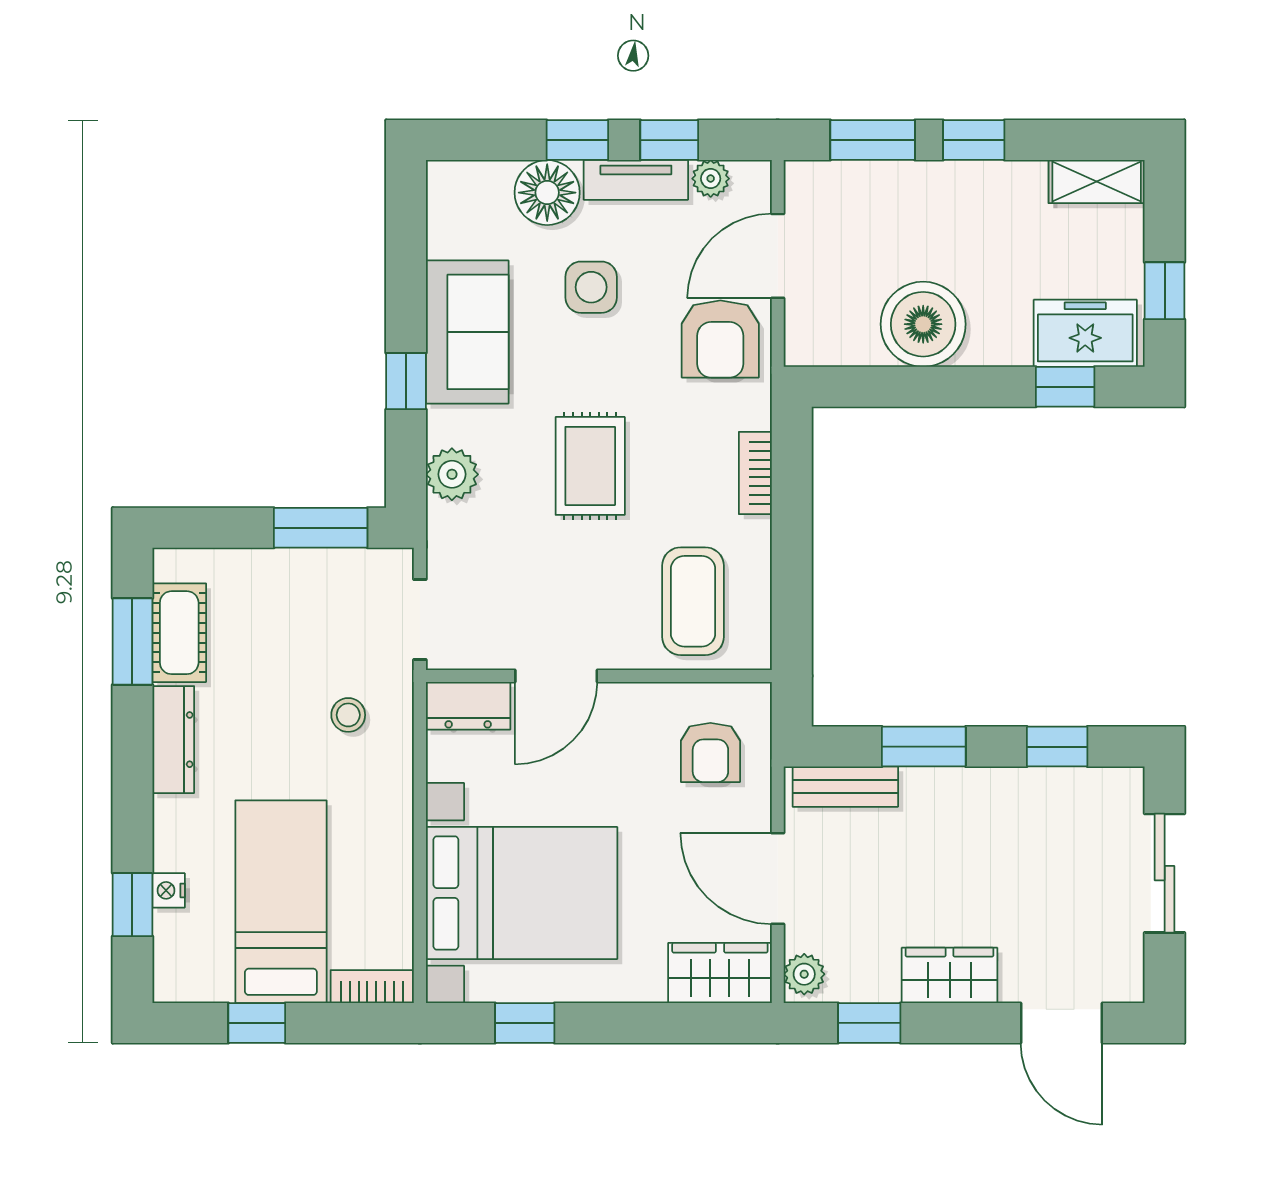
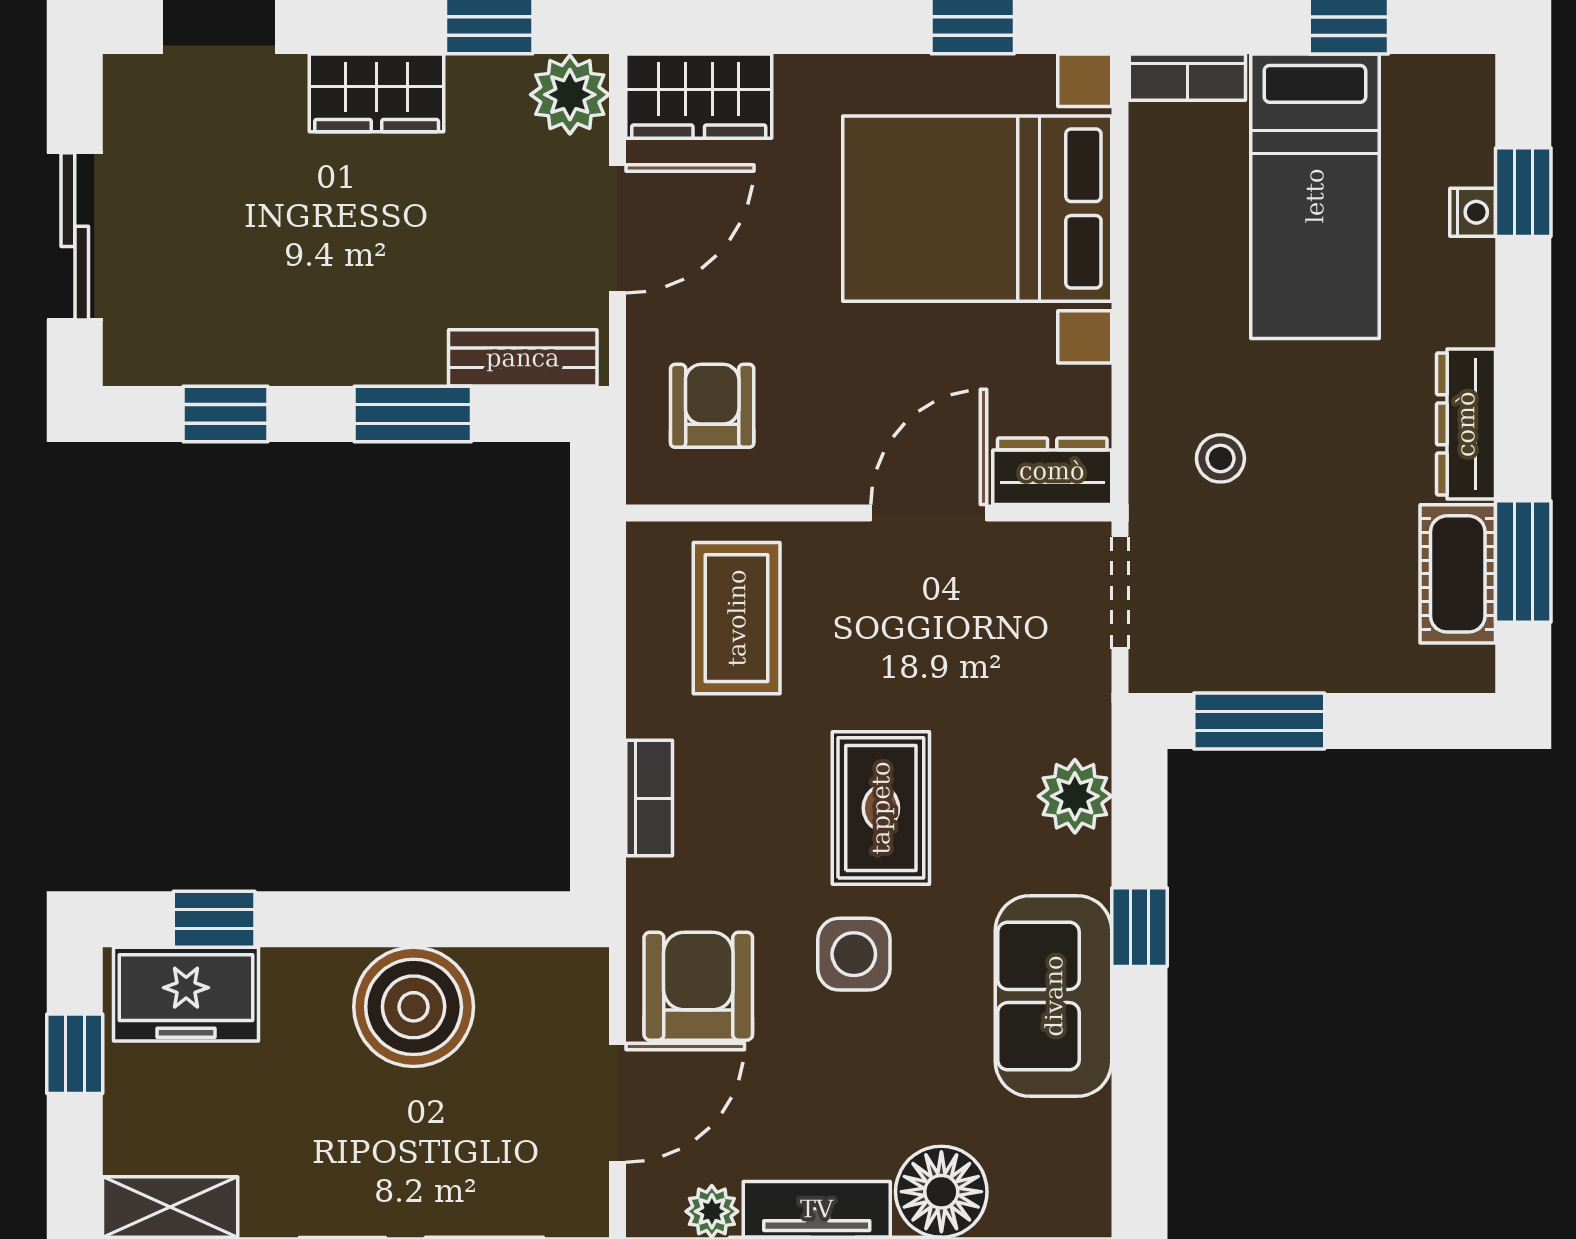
side table: (591, 287) -> (854, 954), moved
door: (778, 878) -> (618, 229), hinge flipped
plant: (804, 974) -> (570, 95), width x1.38, depth x1.38

